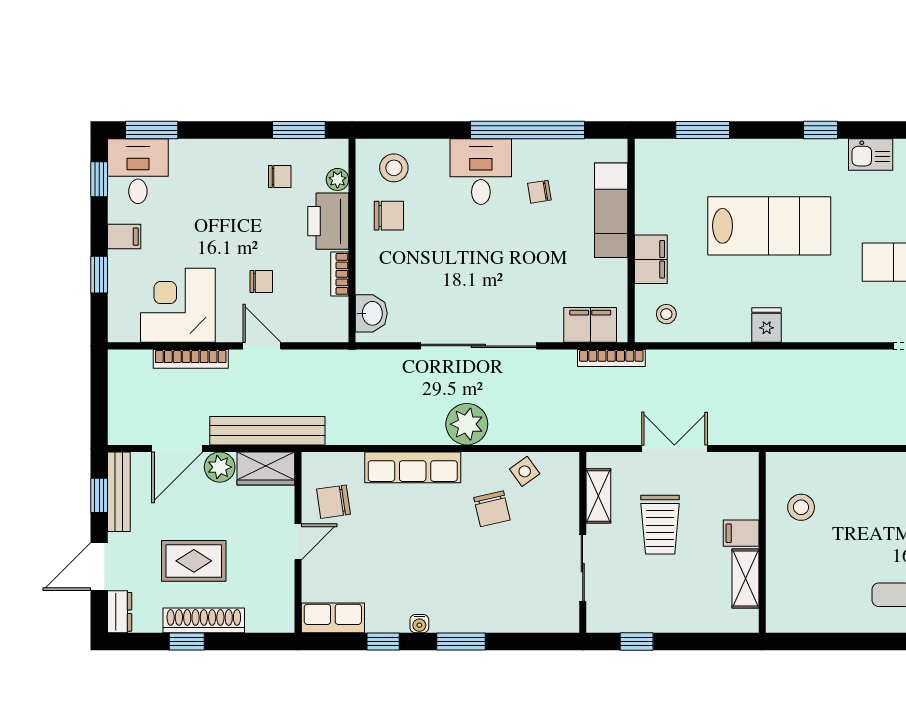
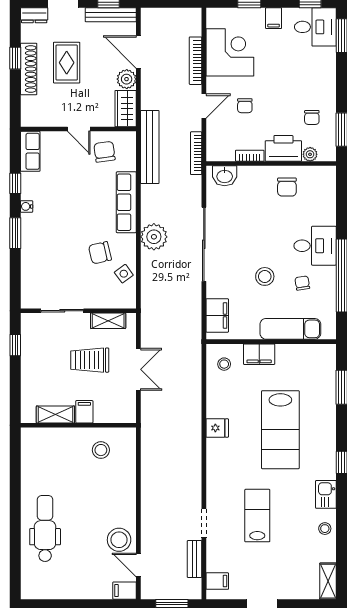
stool: (394, 168) -> (265, 276), moved
bookcase: (611, 358) -> (196, 153), moved
bench: (267, 431) -> (150, 147), moved

